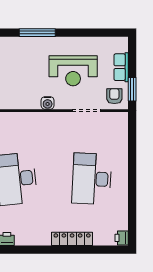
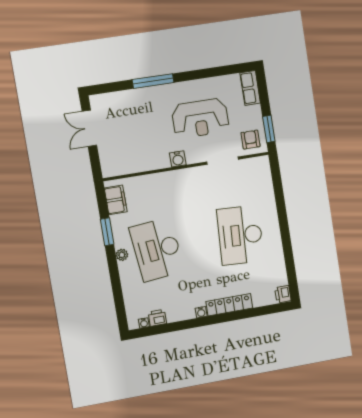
row of seats: (121, 67) -> (250, 88), moved
water cooler: (46, 241) -> (201, 312), added

